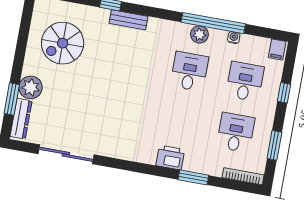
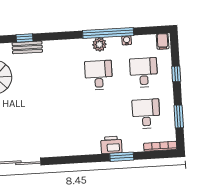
bench: (128, 20) -> (27, 47), moved
printer: (170, 158) -> (111, 145), moved

